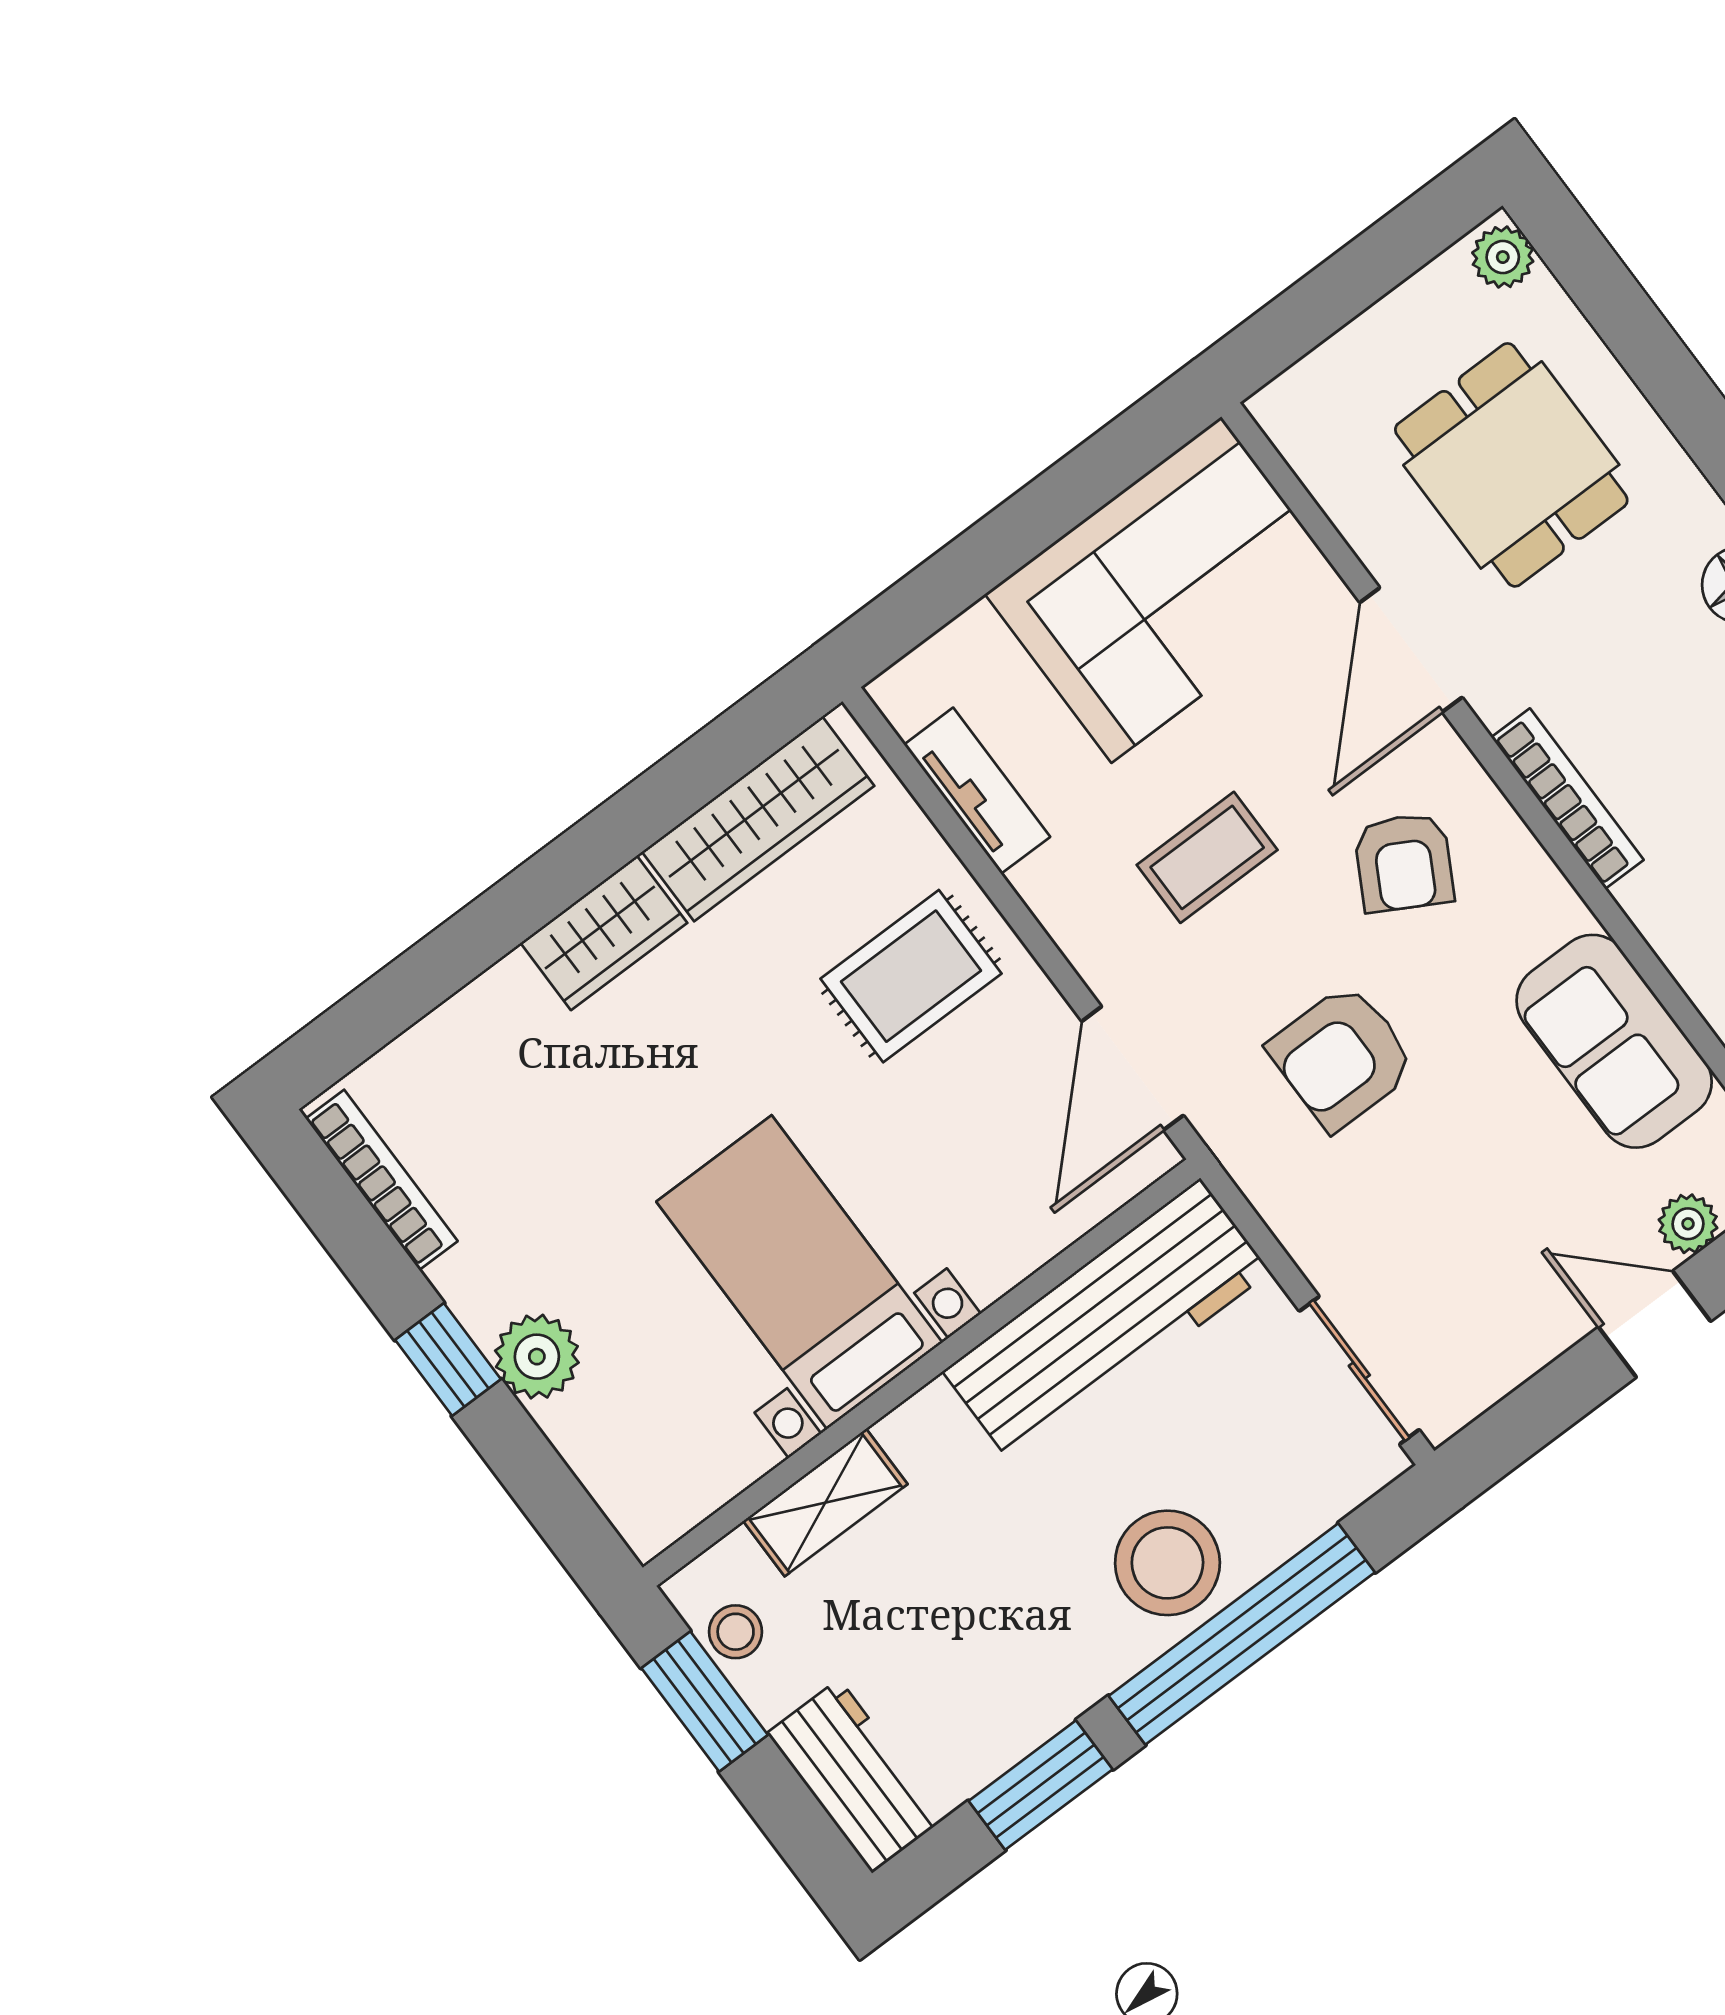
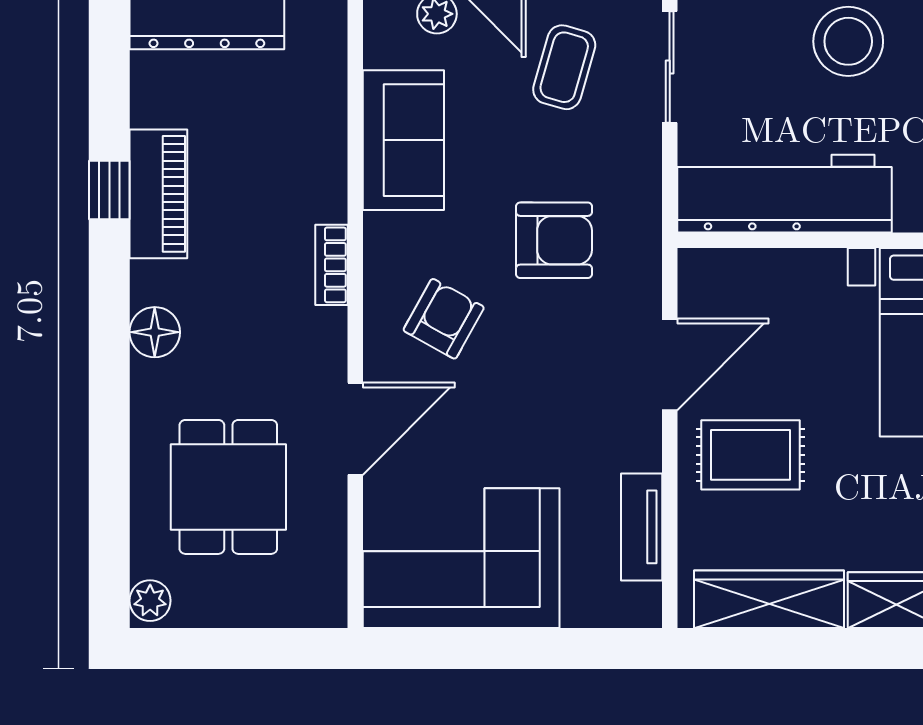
bookcase: (1567, 799) -> (332, 265), width x0.64
coffee table: (1207, 857) -> (564, 67), moved, turned -74
door: (1133, 1068) -> (670, 364), moved

